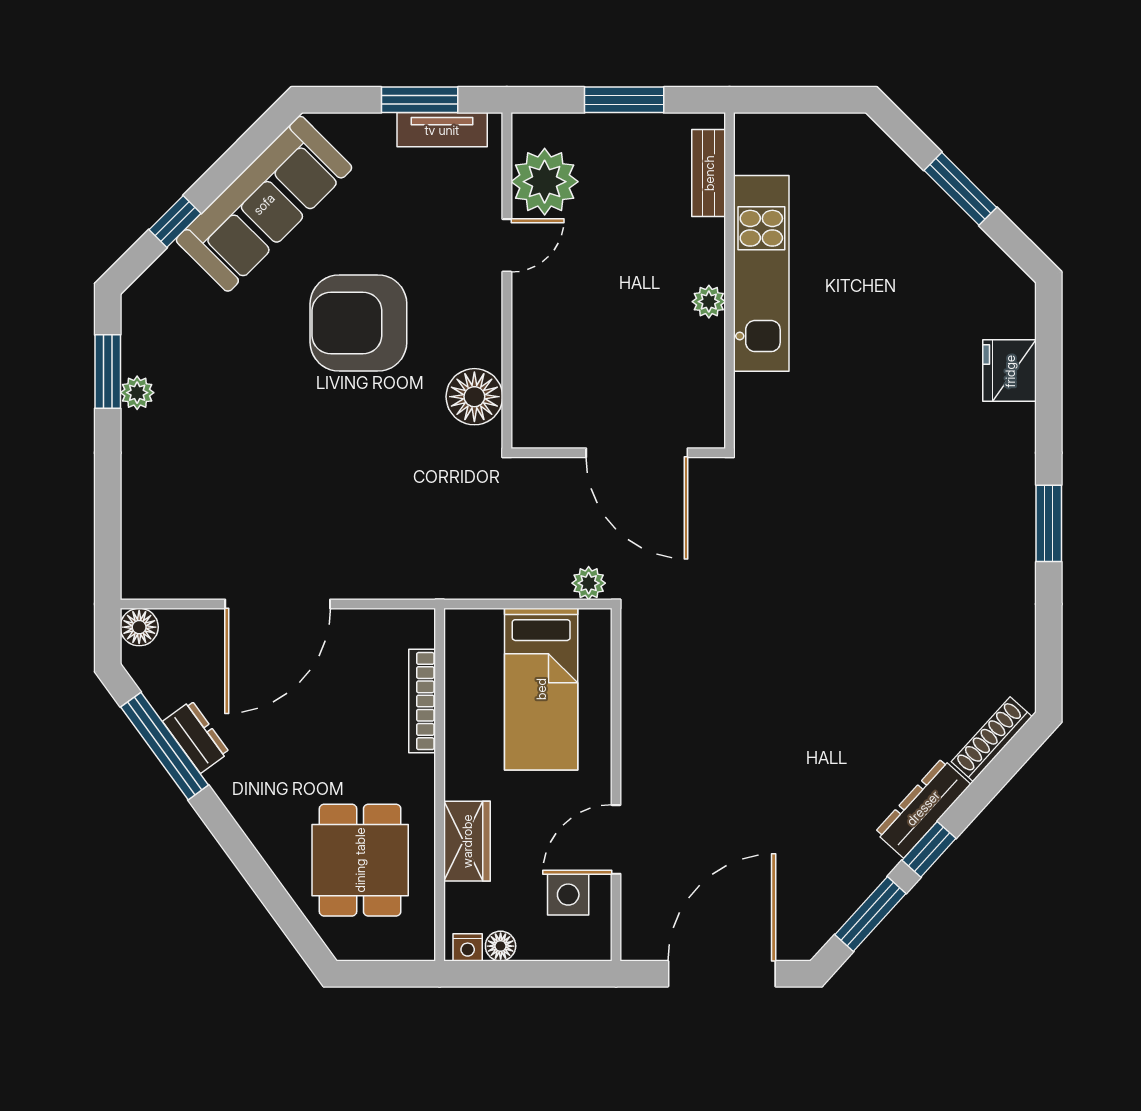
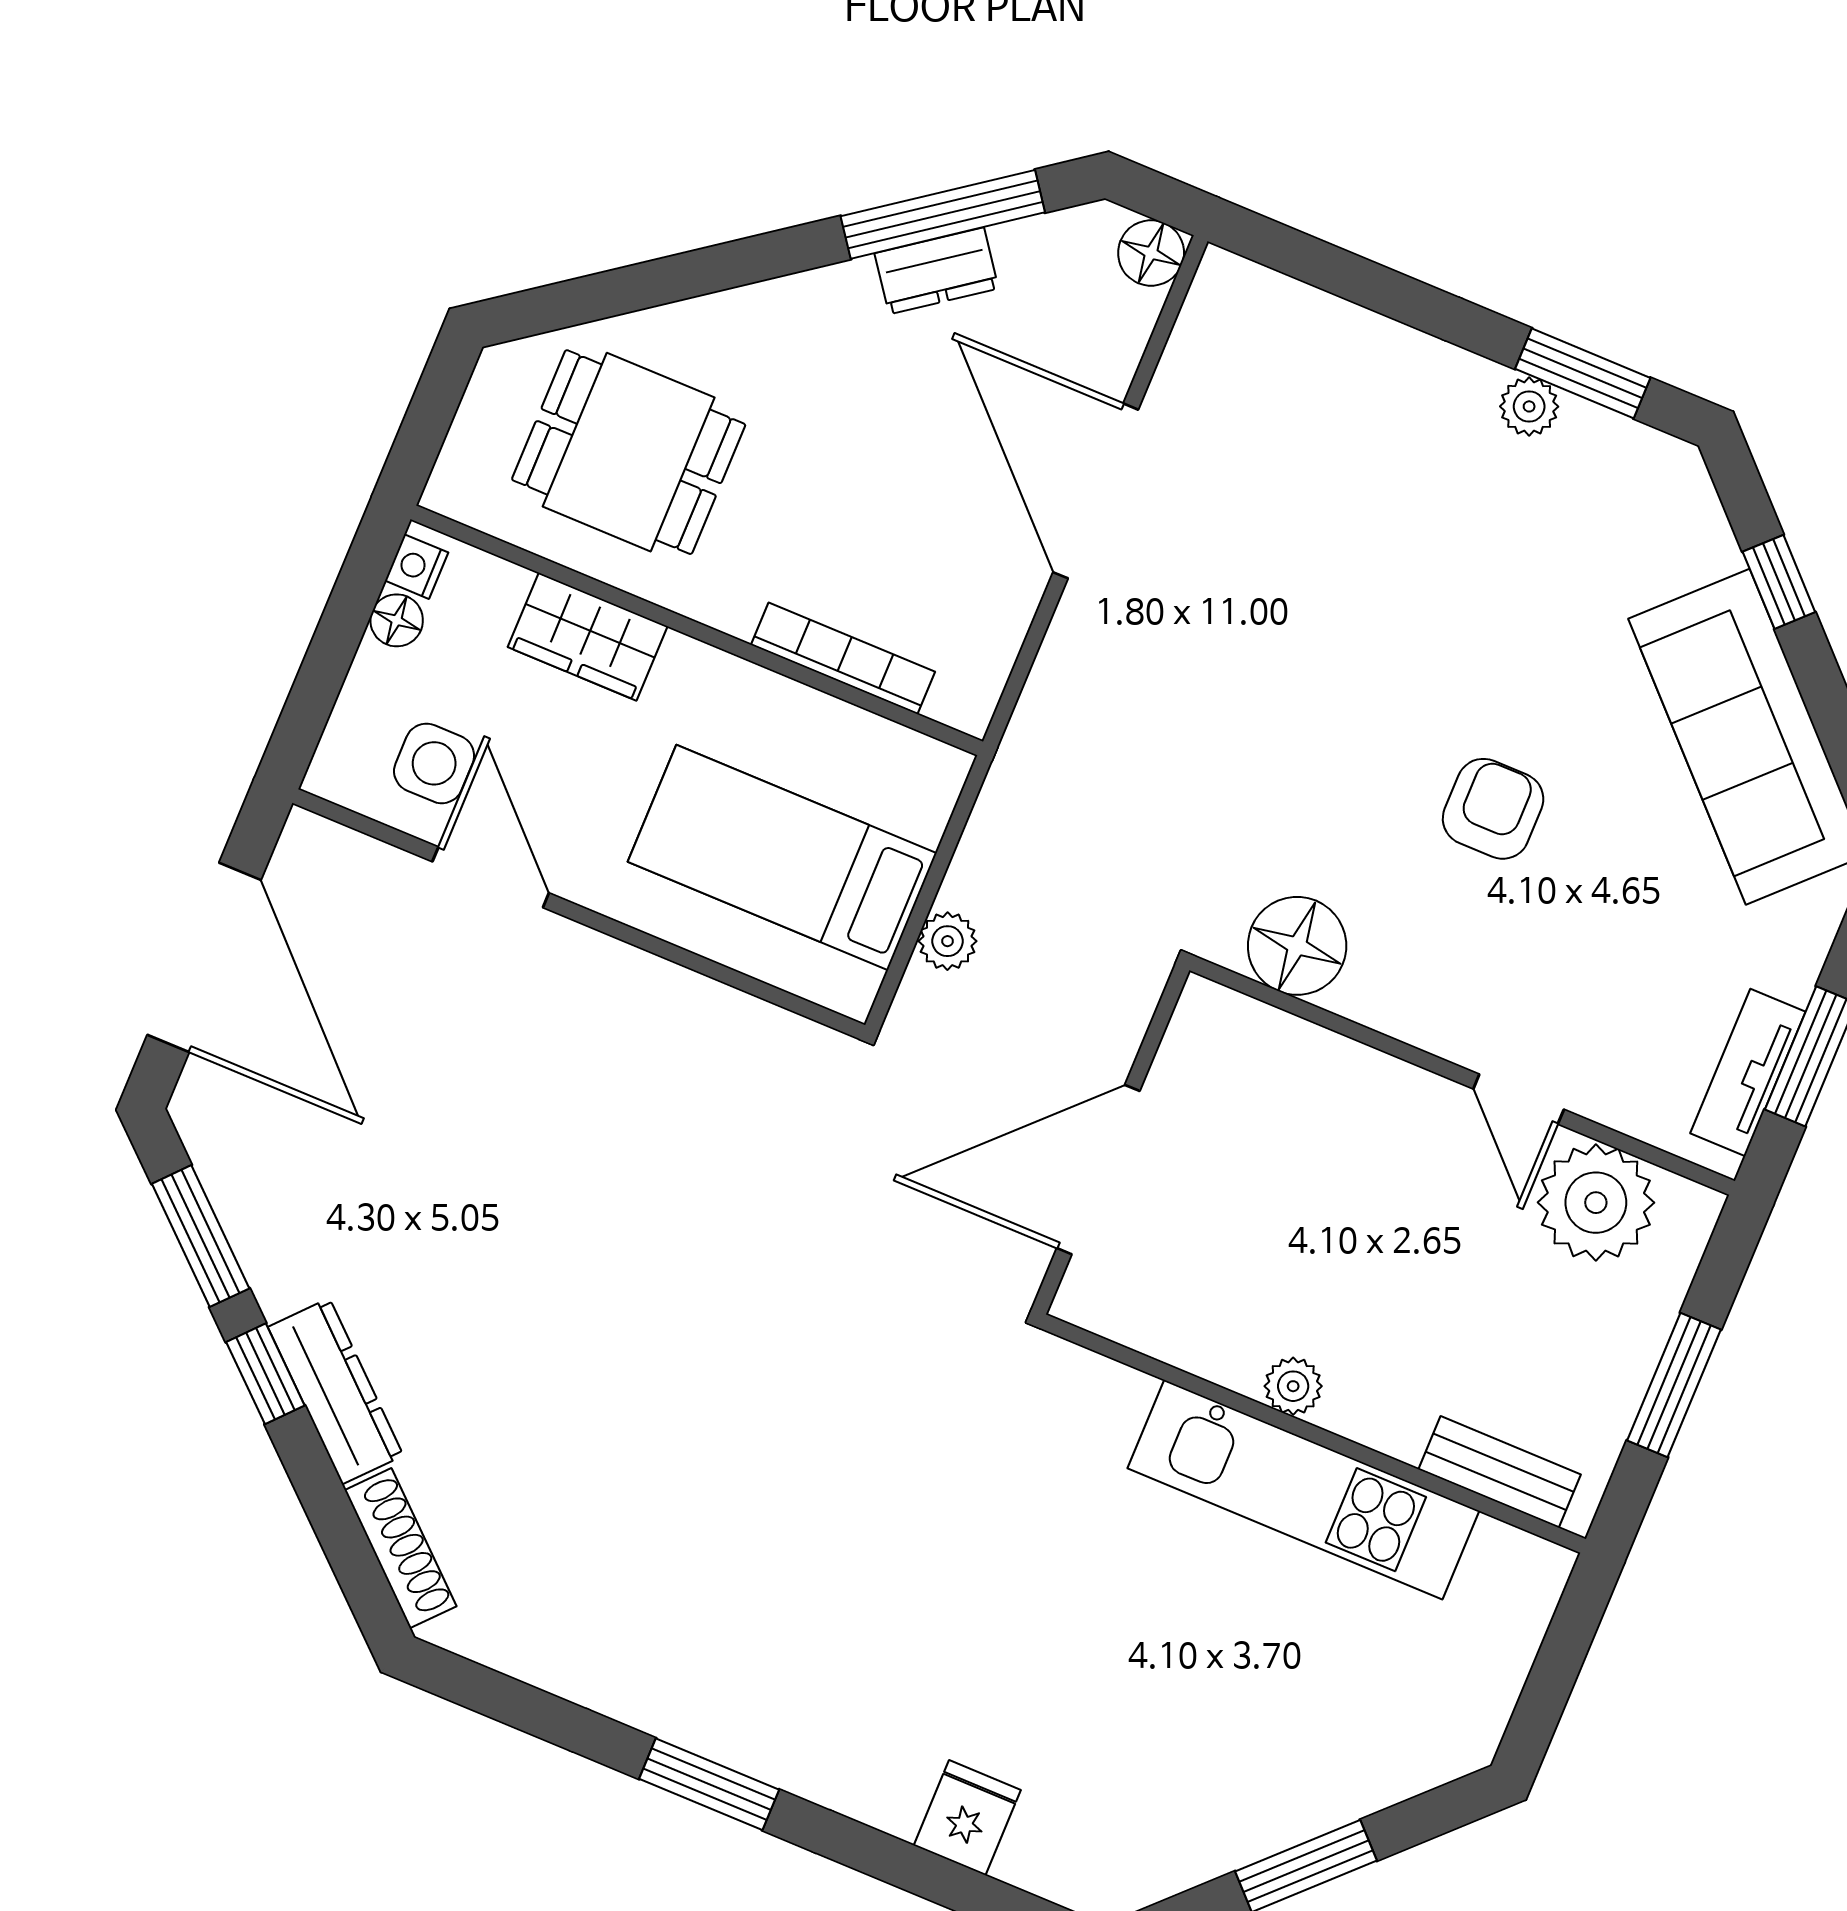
armchair: (358, 323) -> (1493, 809), width x0.53, depth x0.53
fridge: (1010, 371) -> (967, 1818), width x0.72
plant: (589, 583) -> (947, 941), moved

